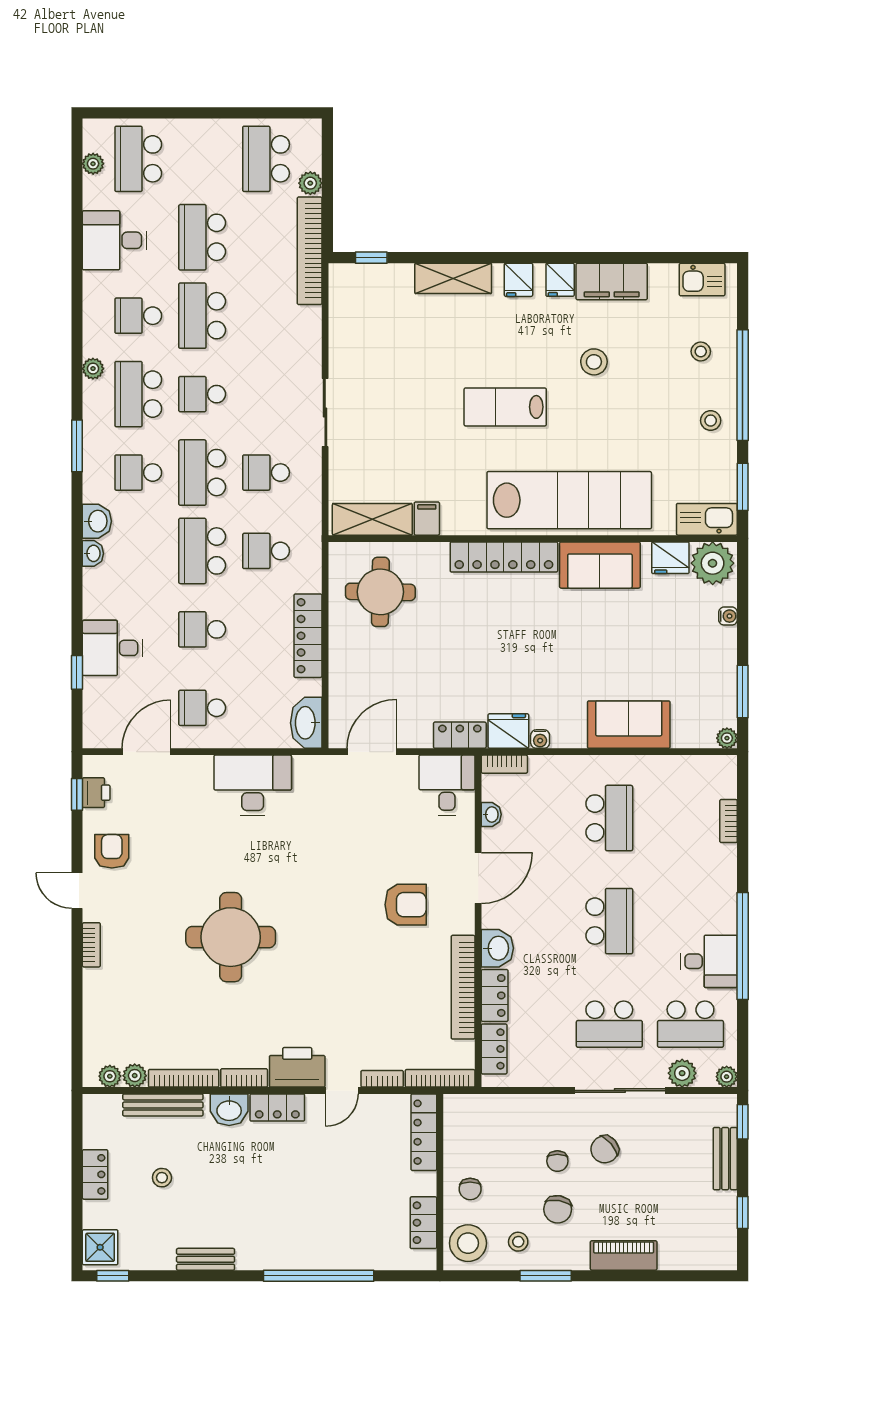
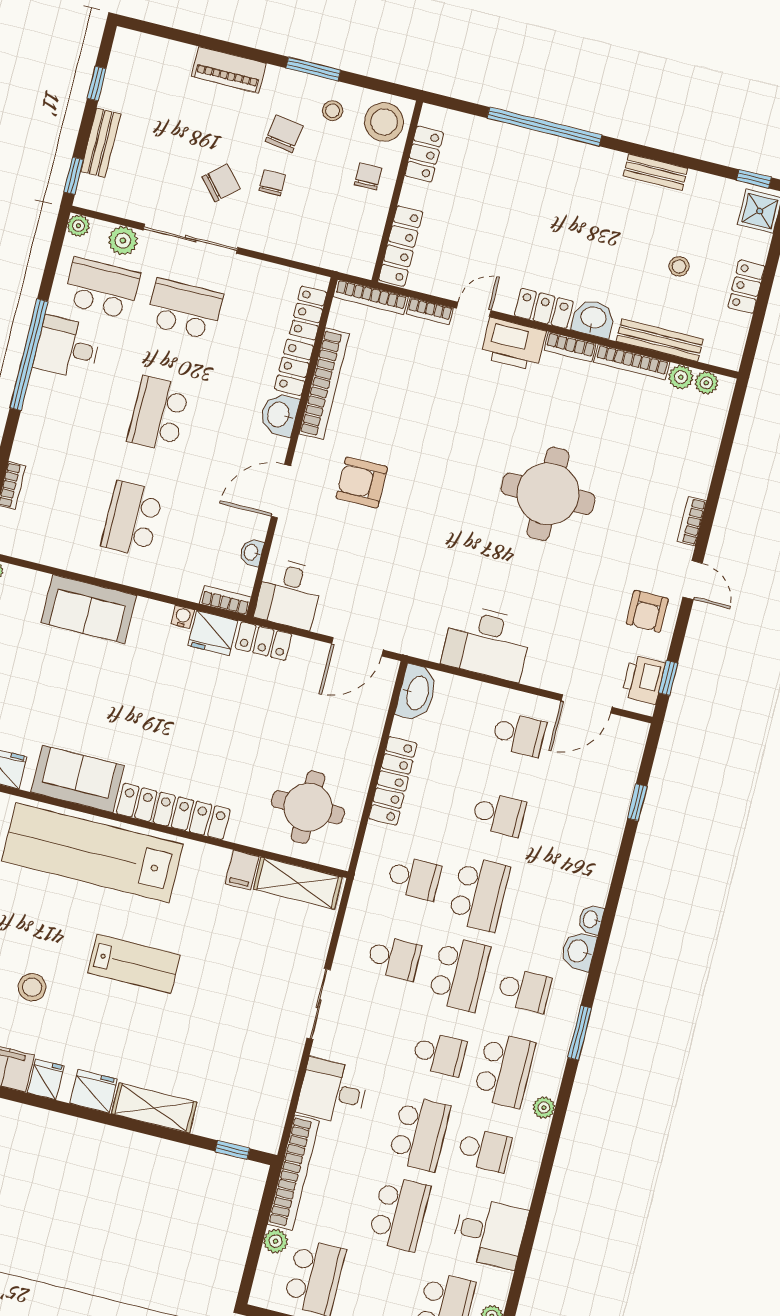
fridge: (518, 280) -> (94, 1091), width x1.38
desk: (112, 648) -> (333, 1092), moved, turned 180
printer: (96, 793) -> (644, 680), width x1.36, depth x1.24

